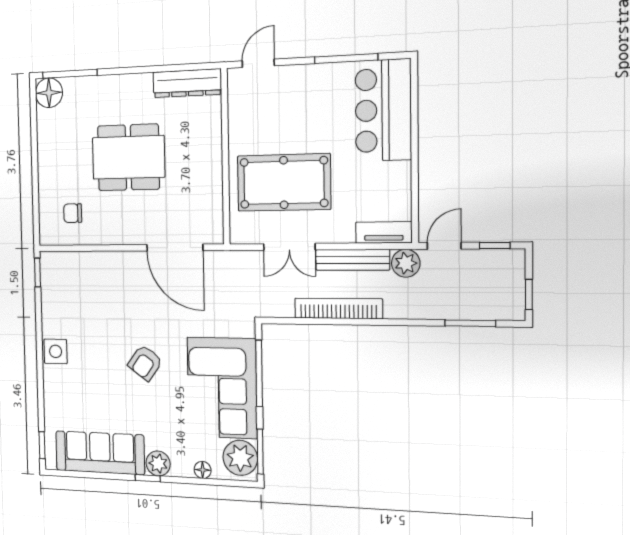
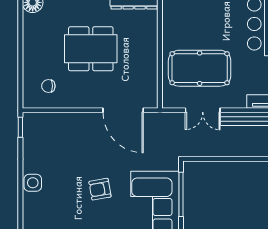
bookcase: (338, 308) -> (235, 150), removed
armchair: (145, 363) -> (100, 189), turned 44

